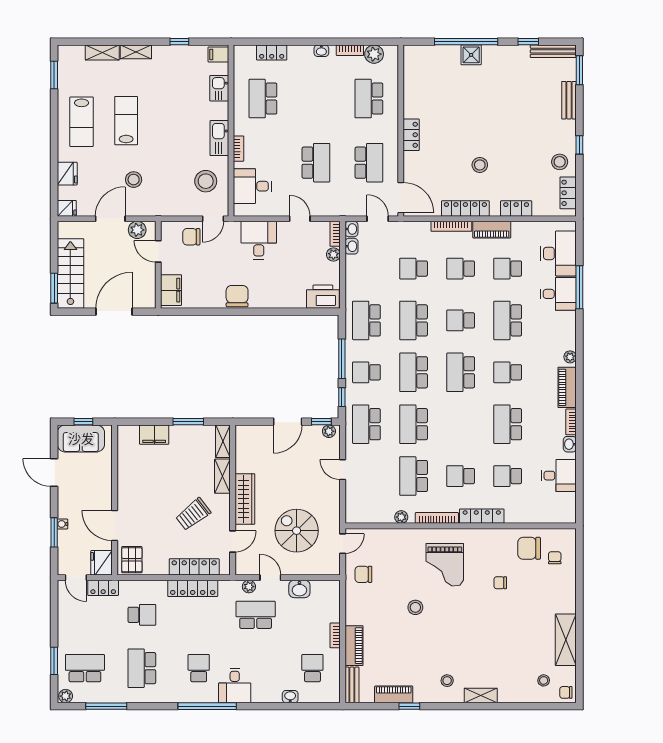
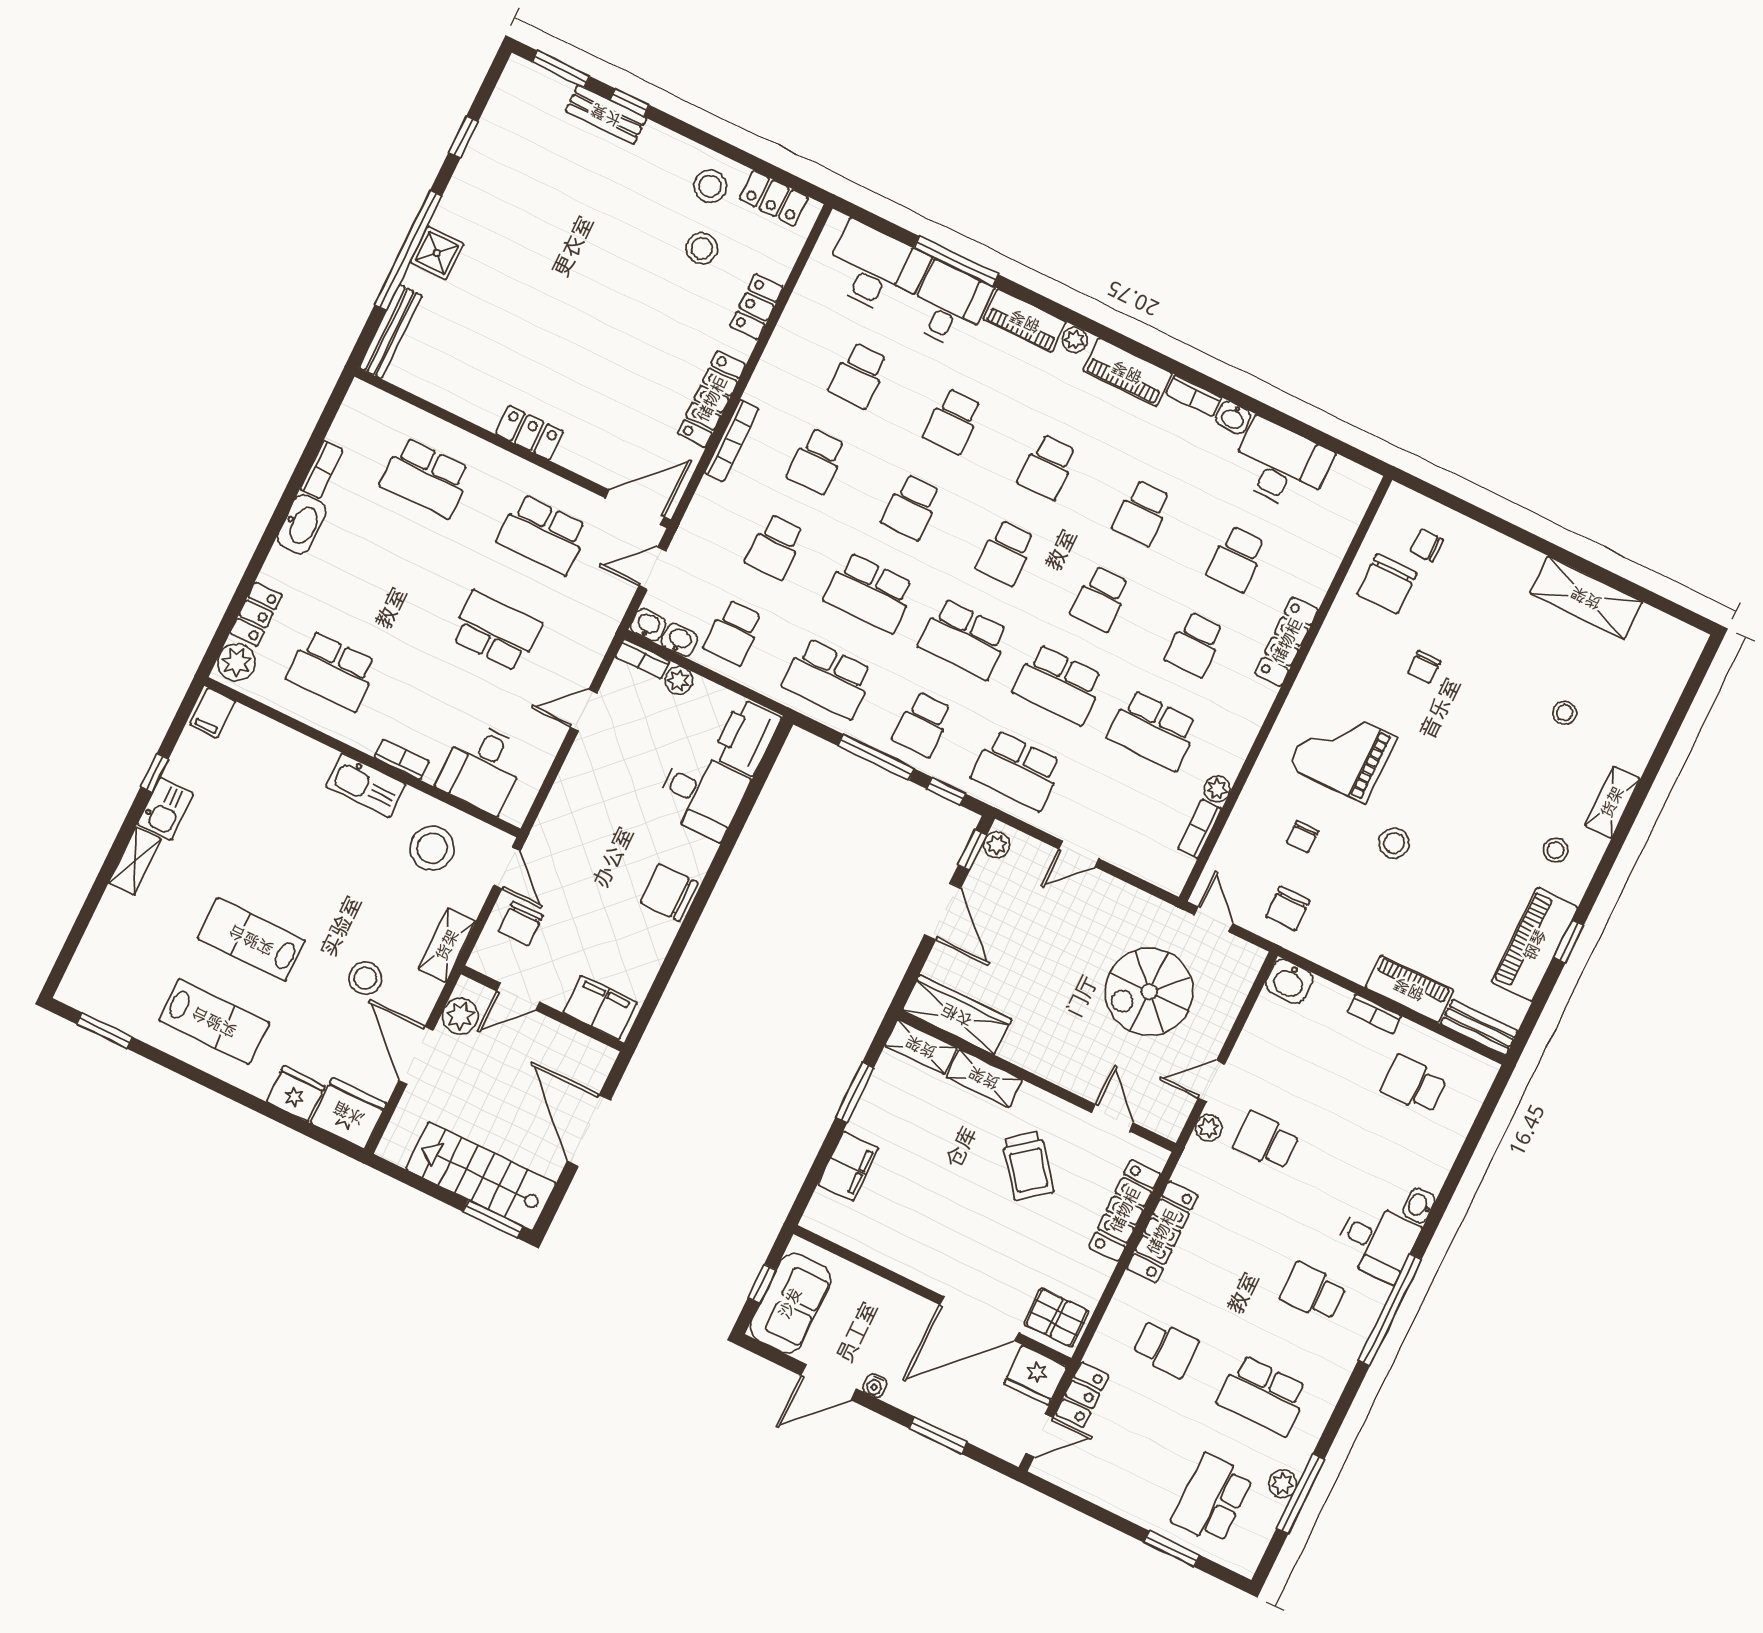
washbasin: (321, 51) -> (302, 524), width x1.91, depth x1.45
bench: (553, 51) -> (391, 332), moved
shelving: (102, 52) -> (447, 945), moved
plant: (374, 54) -> (236, 662), moved
kitchen sink: (219, 88) -> (165, 809), moved, turned -90
window: (579, 145) -> (630, 103), moved
school desk: (369, 163) -> (543, 534), turned 180
stool: (480, 165) -> (702, 248), moved
fridge: (67, 208) -> (349, 1113), width x1.88, depth x1.34
piano: (492, 230) -> (1025, 321), moved, turned 90
desk: (259, 240) -> (702, 795), moved, turned 180
school desk: (366, 269) -> (734, 633), added
school desk: (508, 320) -> (953, 421), width x0.54
school desk: (461, 372) -> (1006, 553), width x0.54
school desk: (461, 424) -> (1100, 599), added
school desk: (508, 424) -> (1142, 513), width x0.54
desk: (559, 476) -> (1281, 465), width x1.37
wardrobe: (245, 499) -> (957, 1015), moved
bookcase: (437, 518) -> (1200, 829), moved, width x0.64
water cooler: (62, 524) -> (875, 1386), moved
door: (115, 526) -> (979, 1319), width x1.36
grand piano: (445, 565) -> (1342, 752), turned 180
washbasin: (299, 589) -> (1289, 981), moved, turned 90
school desk: (142, 615) -> (1166, 1348), turned 90
school desk: (256, 615) -> (1266, 1141), width x0.54
stool: (544, 680) -> (1565, 713), moved
chair: (566, 692) -> (1302, 837), moved
piano: (394, 694) -> (1535, 945), width x1.37, depth x1.33
plant: (66, 696) -> (1283, 1484), moved
washbasin: (290, 697) -> (1419, 1205), moved

